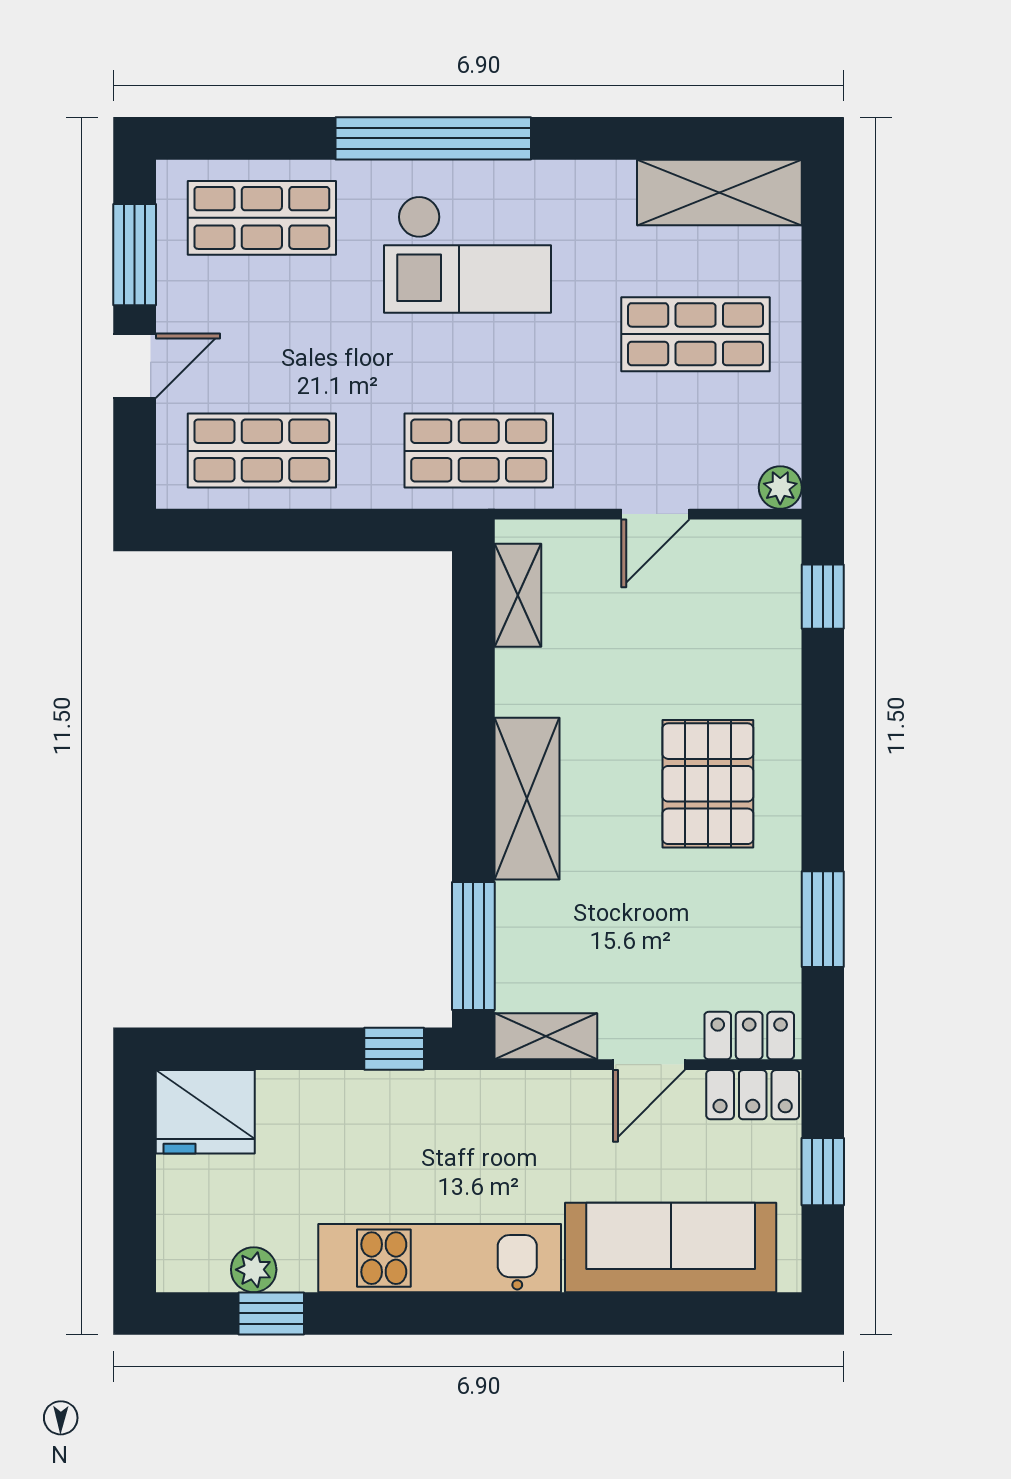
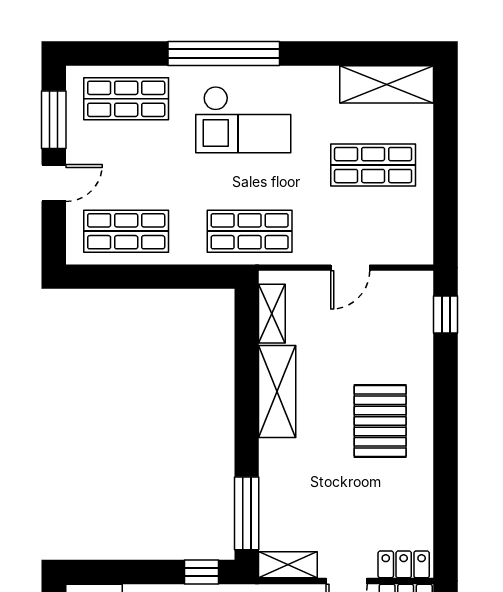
plant: (780, 487) -> (421, 252), removed
shelving: (527, 799) -> (277, 392), moved
window: (823, 919) -> (446, 498), removed

